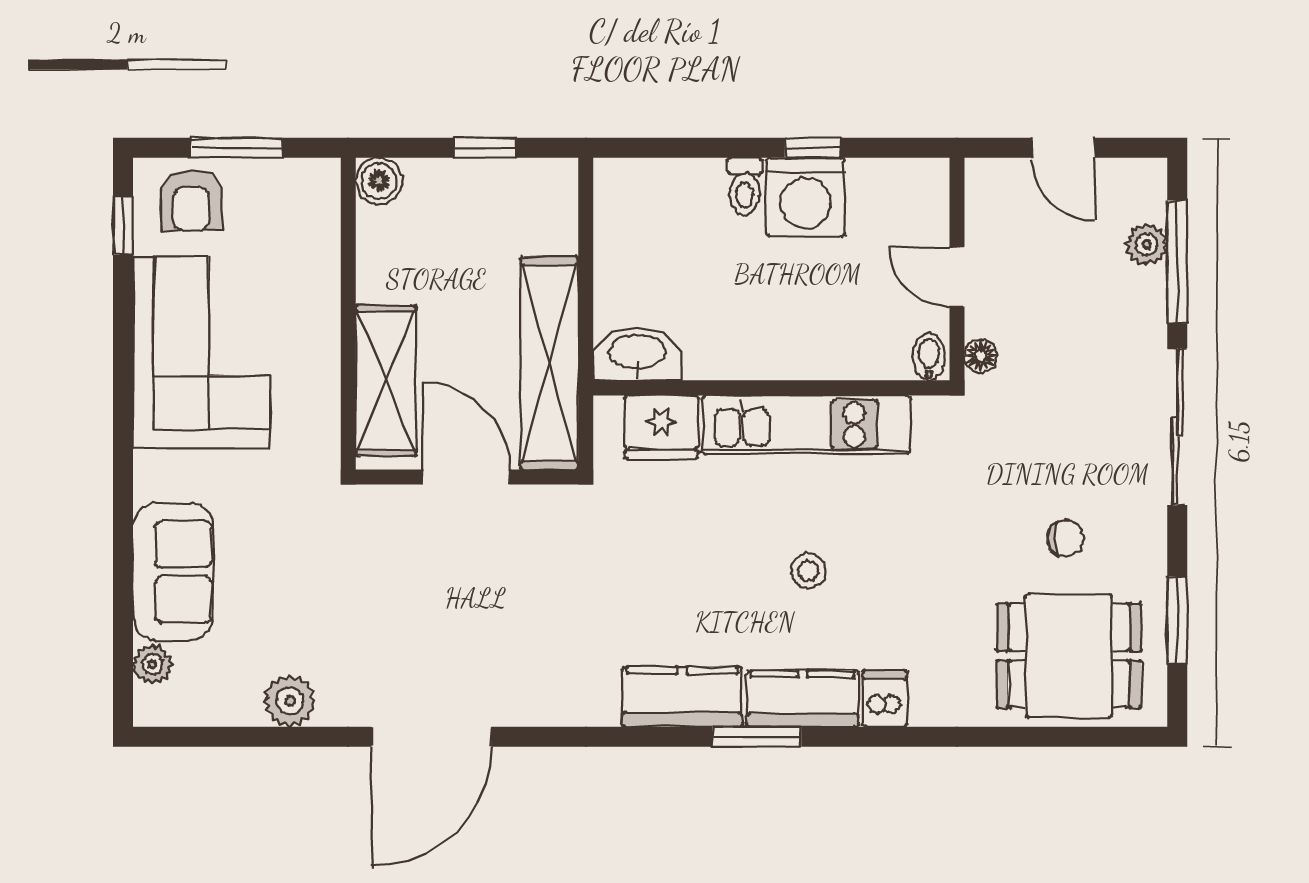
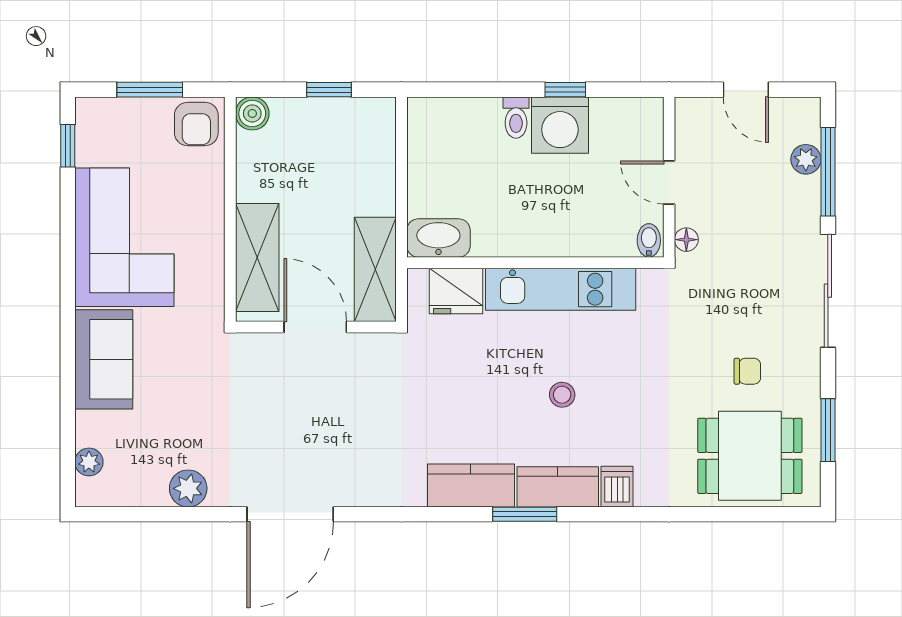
armchair: (191, 200) -> (196, 124), moved
shelving: (549, 363) -> (375, 269), width x0.68
sofa: (173, 572) -> (104, 359), moved

